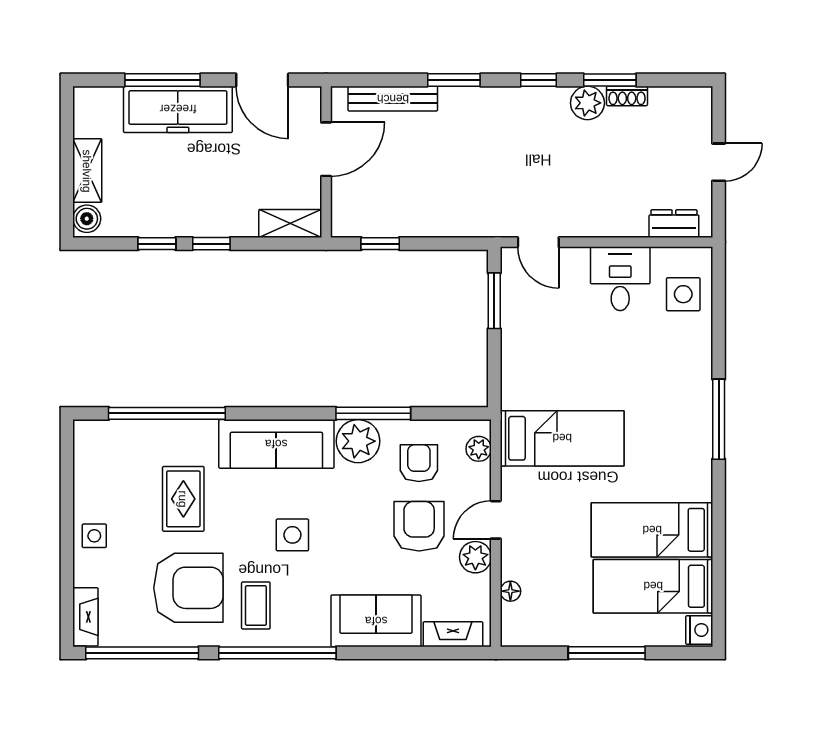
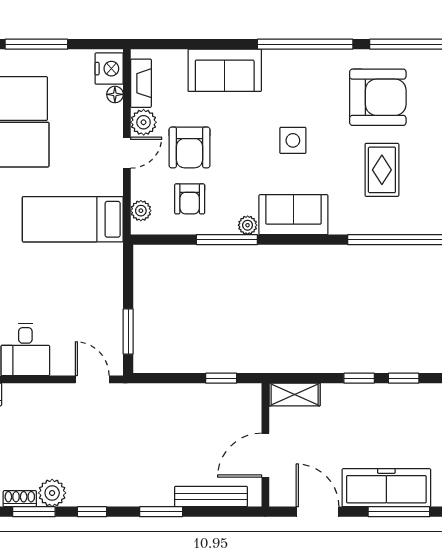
plant: (358, 441) -> (248, 225), width x0.53, depth x0.53
sofa: (276, 444) -> (293, 215), width x0.73
armchair: (188, 588) -> (378, 97), turned 180
coffee table: (256, 605) -> (323, 83), removed
nightstand: (518, 623) -> (109, 69), added
fireplace: (453, 634) -> (141, 83), moved, turned -90

